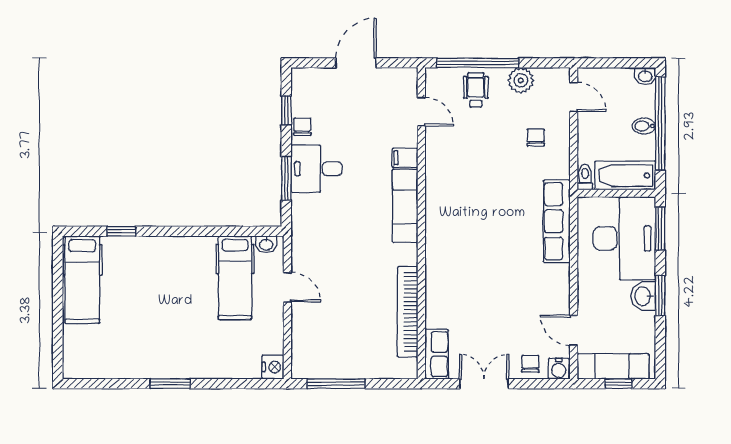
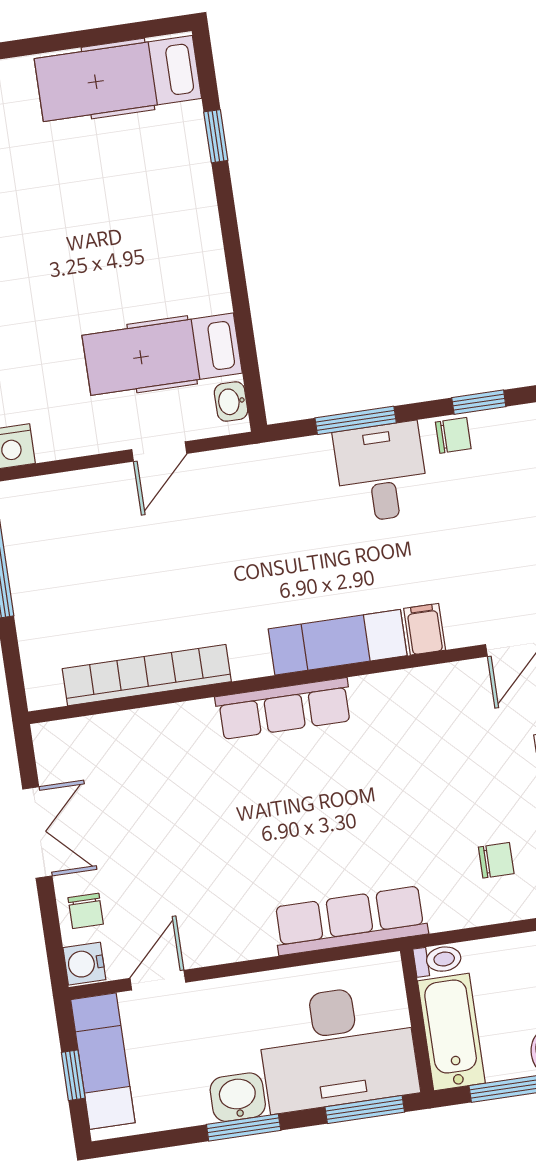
row of seats: (437, 354) -> (284, 709), moved, width x1.48
chair: (530, 364) -> (86, 911), turned 90

